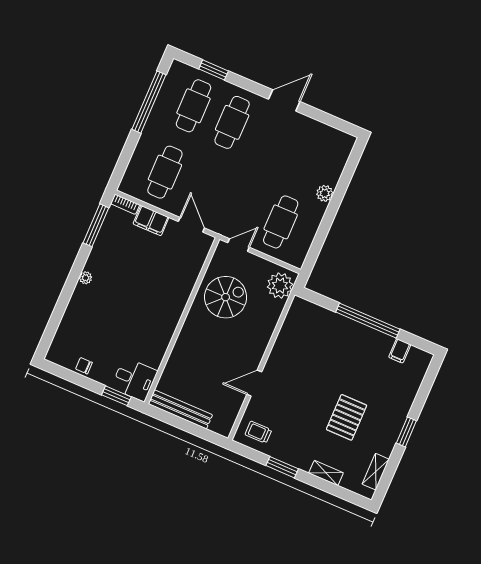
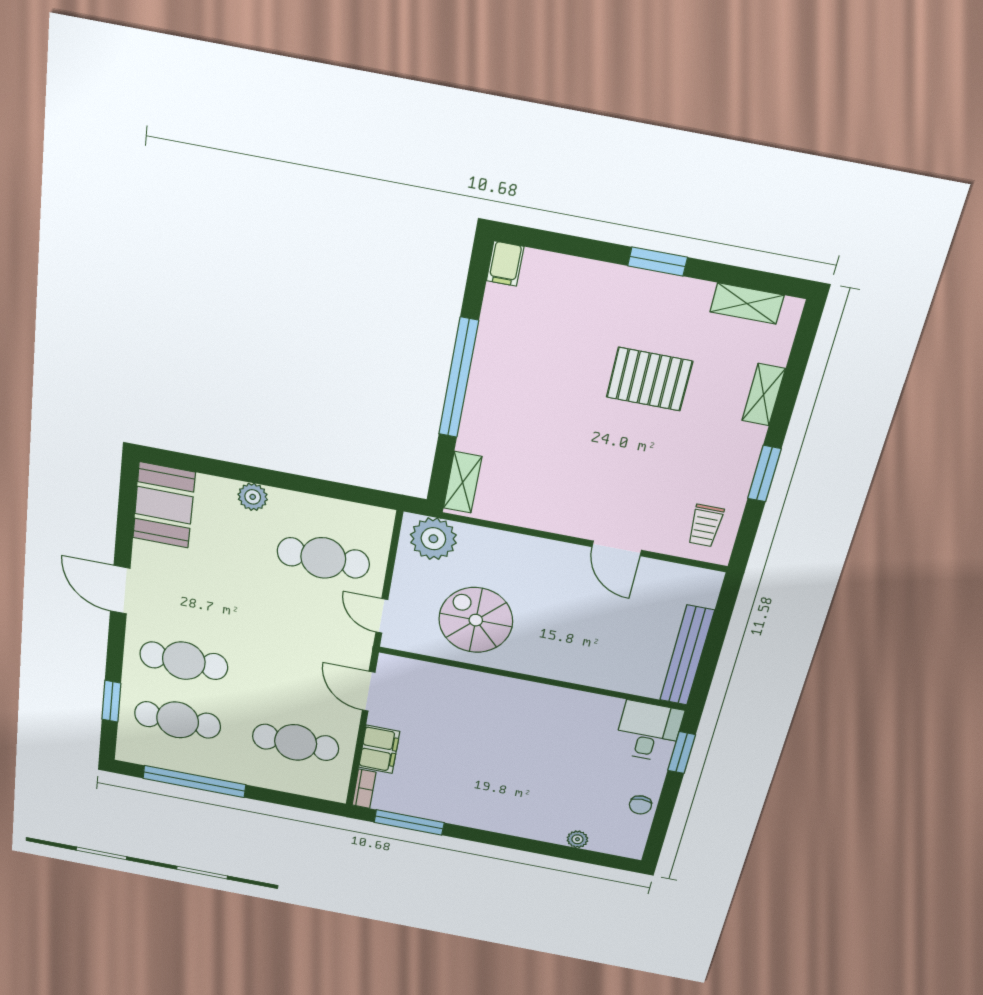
booth: (330, 143) -> (164, 505), added
door: (191, 225) -> (369, 691), hinge flipped
plant: (86, 278) -> (577, 839), moved
shelving: (310, 309) -> (463, 482), added
filing cabinet: (400, 351) -> (505, 264), moved, turned 90

